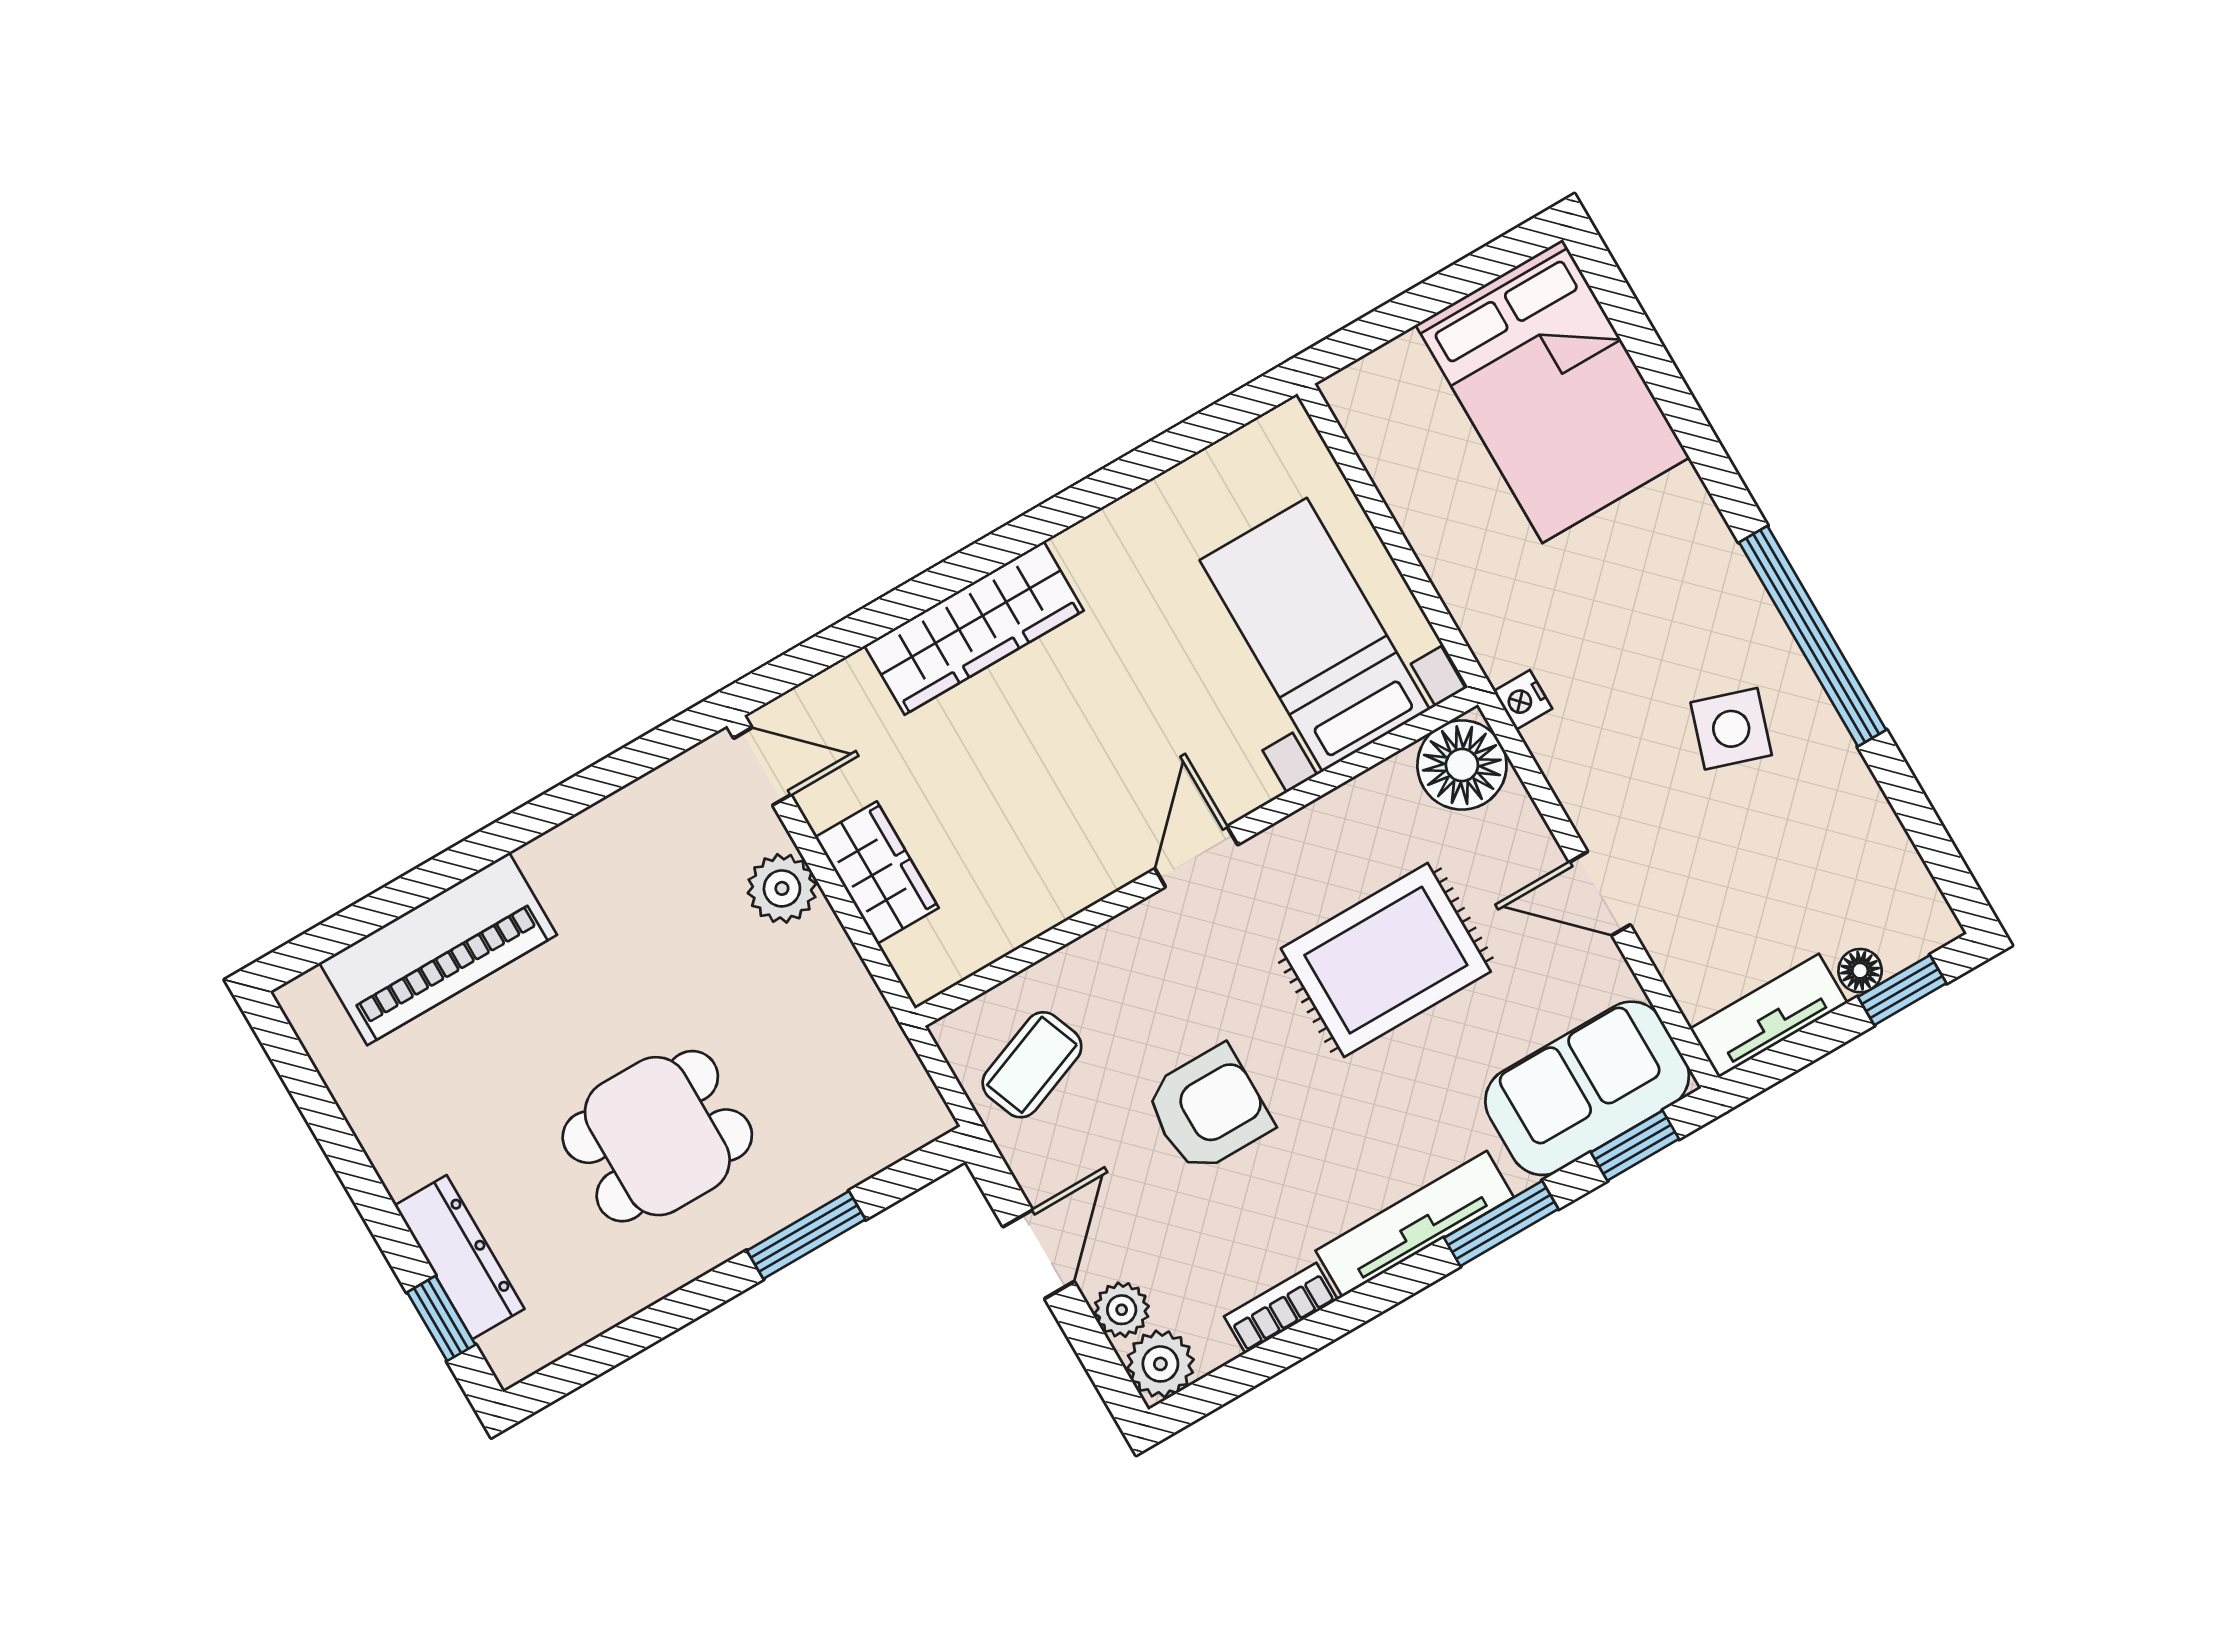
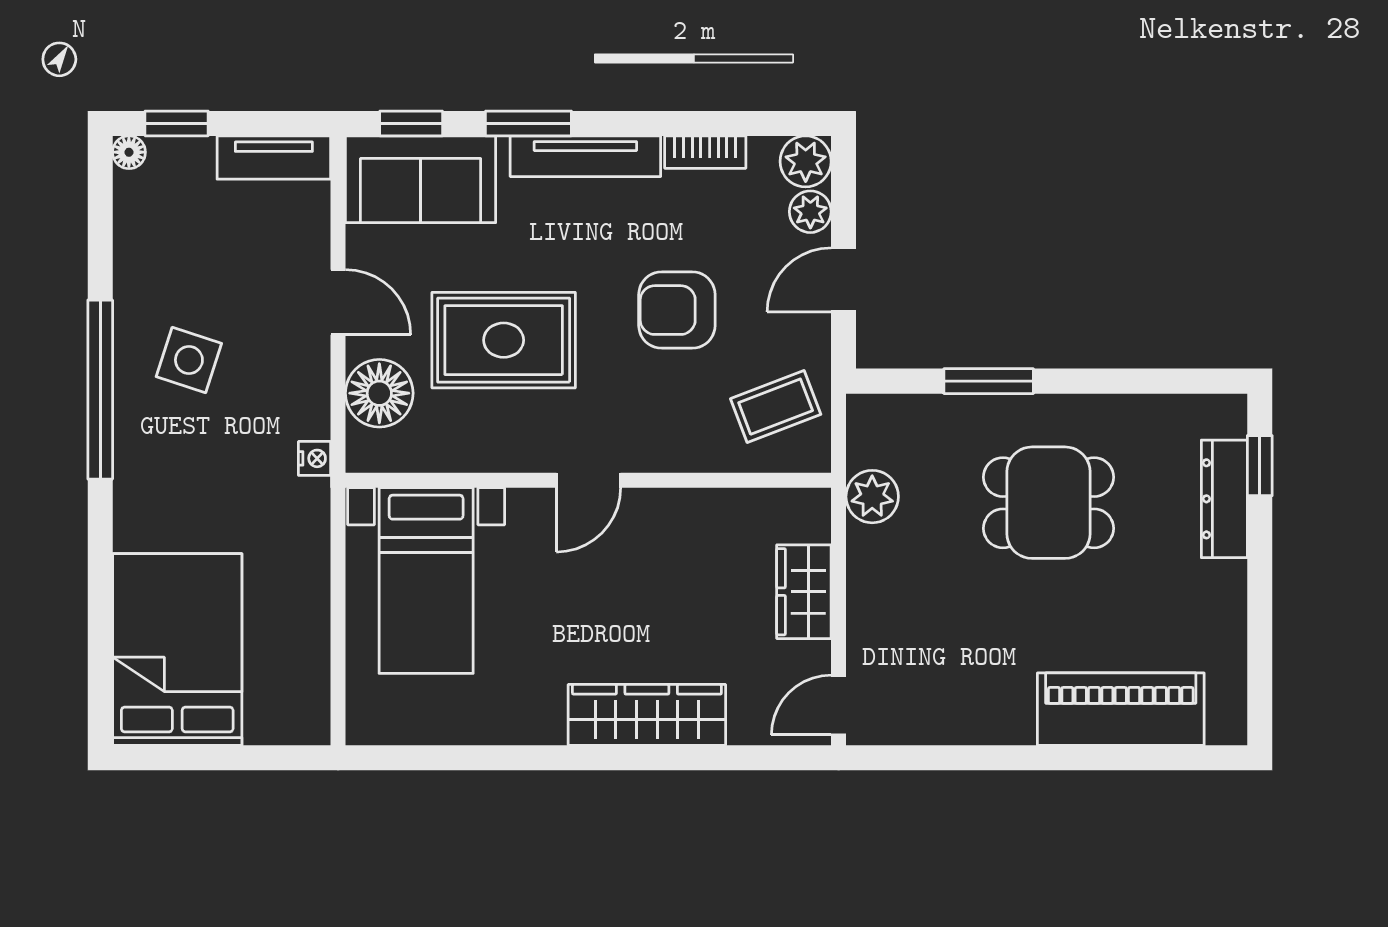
floor lamp: (1462, 765) -> (379, 393), moved
door: (762, 766) -> (839, 705), hinge flipped
plant: (782, 888) -> (872, 497), moved
floor lamp: (1860, 971) -> (129, 152), moved

